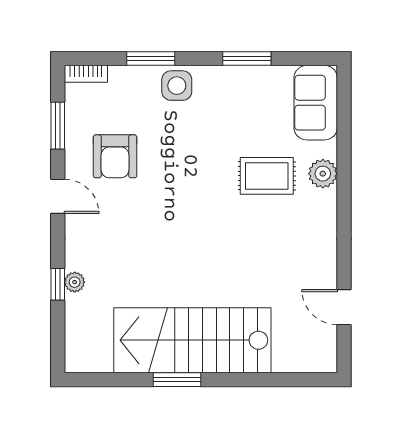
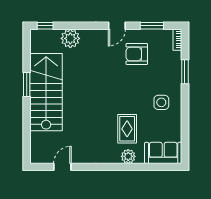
window: (247, 59) -> (185, 119), removed
side table: (177, 86) -> (161, 102), moved
plant: (75, 282) -> (70, 38), width x1.88, depth x1.88
window: (58, 284) -> (45, 26), moved

